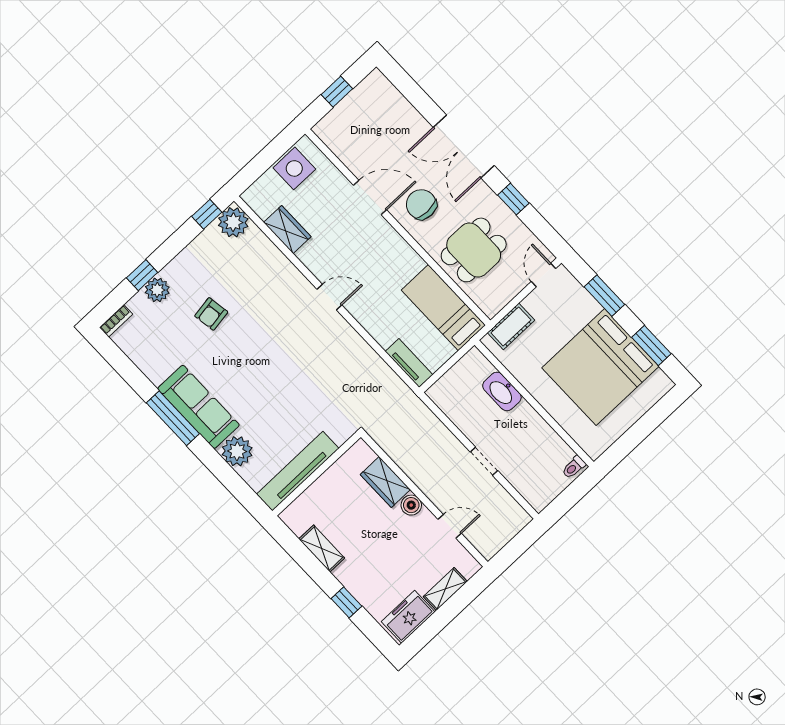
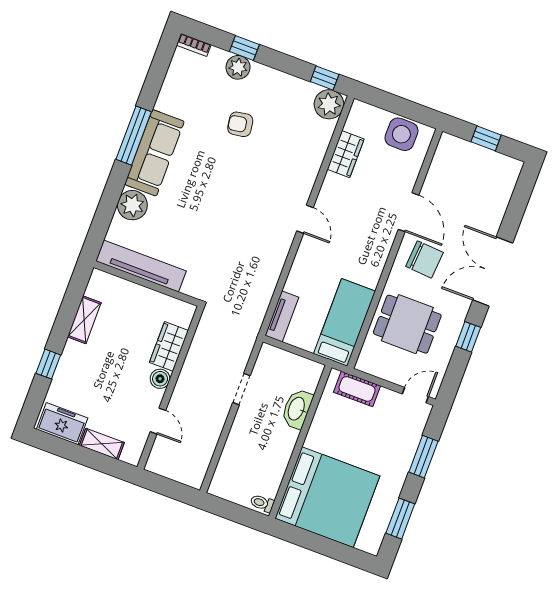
chair: (421, 204) -> (424, 259), turned 94
bed: (600, 367) -> (327, 497), moved, turned 180
doorway: (484, 461) -> (242, 389), moved

